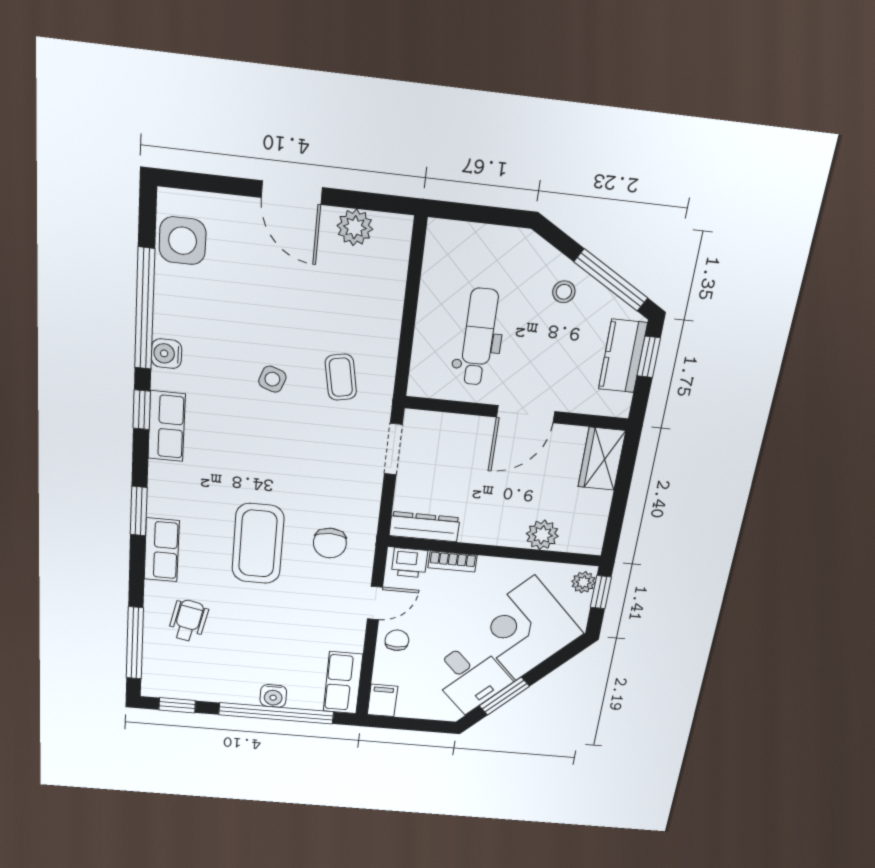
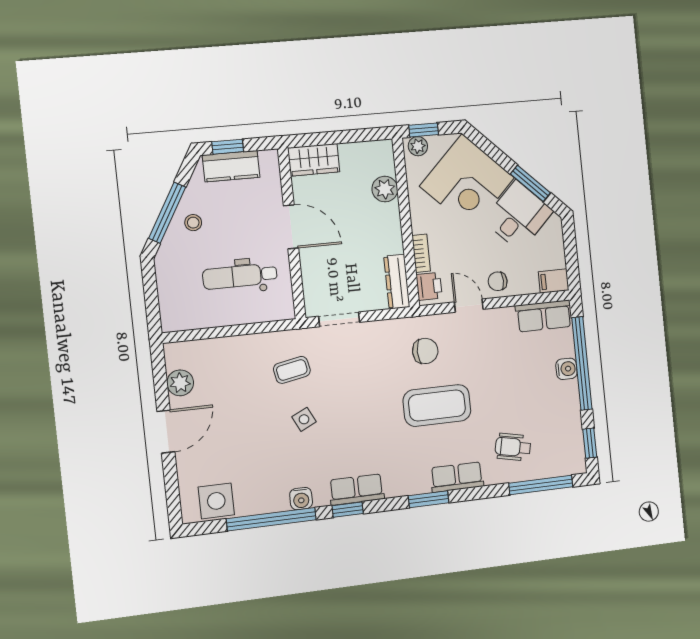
window: (611, 280) -> (167, 213), moved
side table: (272, 379) -> (304, 419), turned 45

